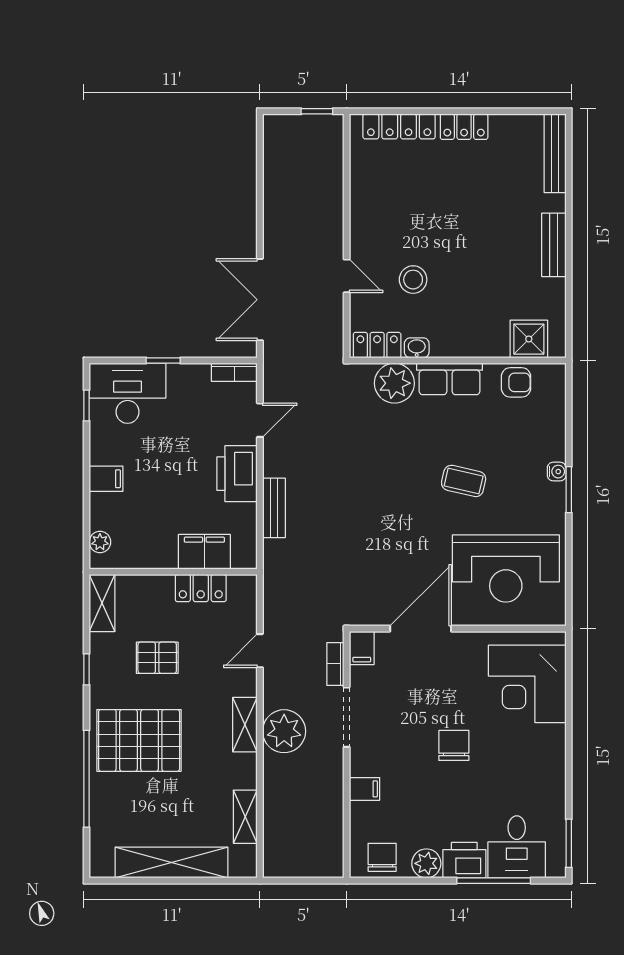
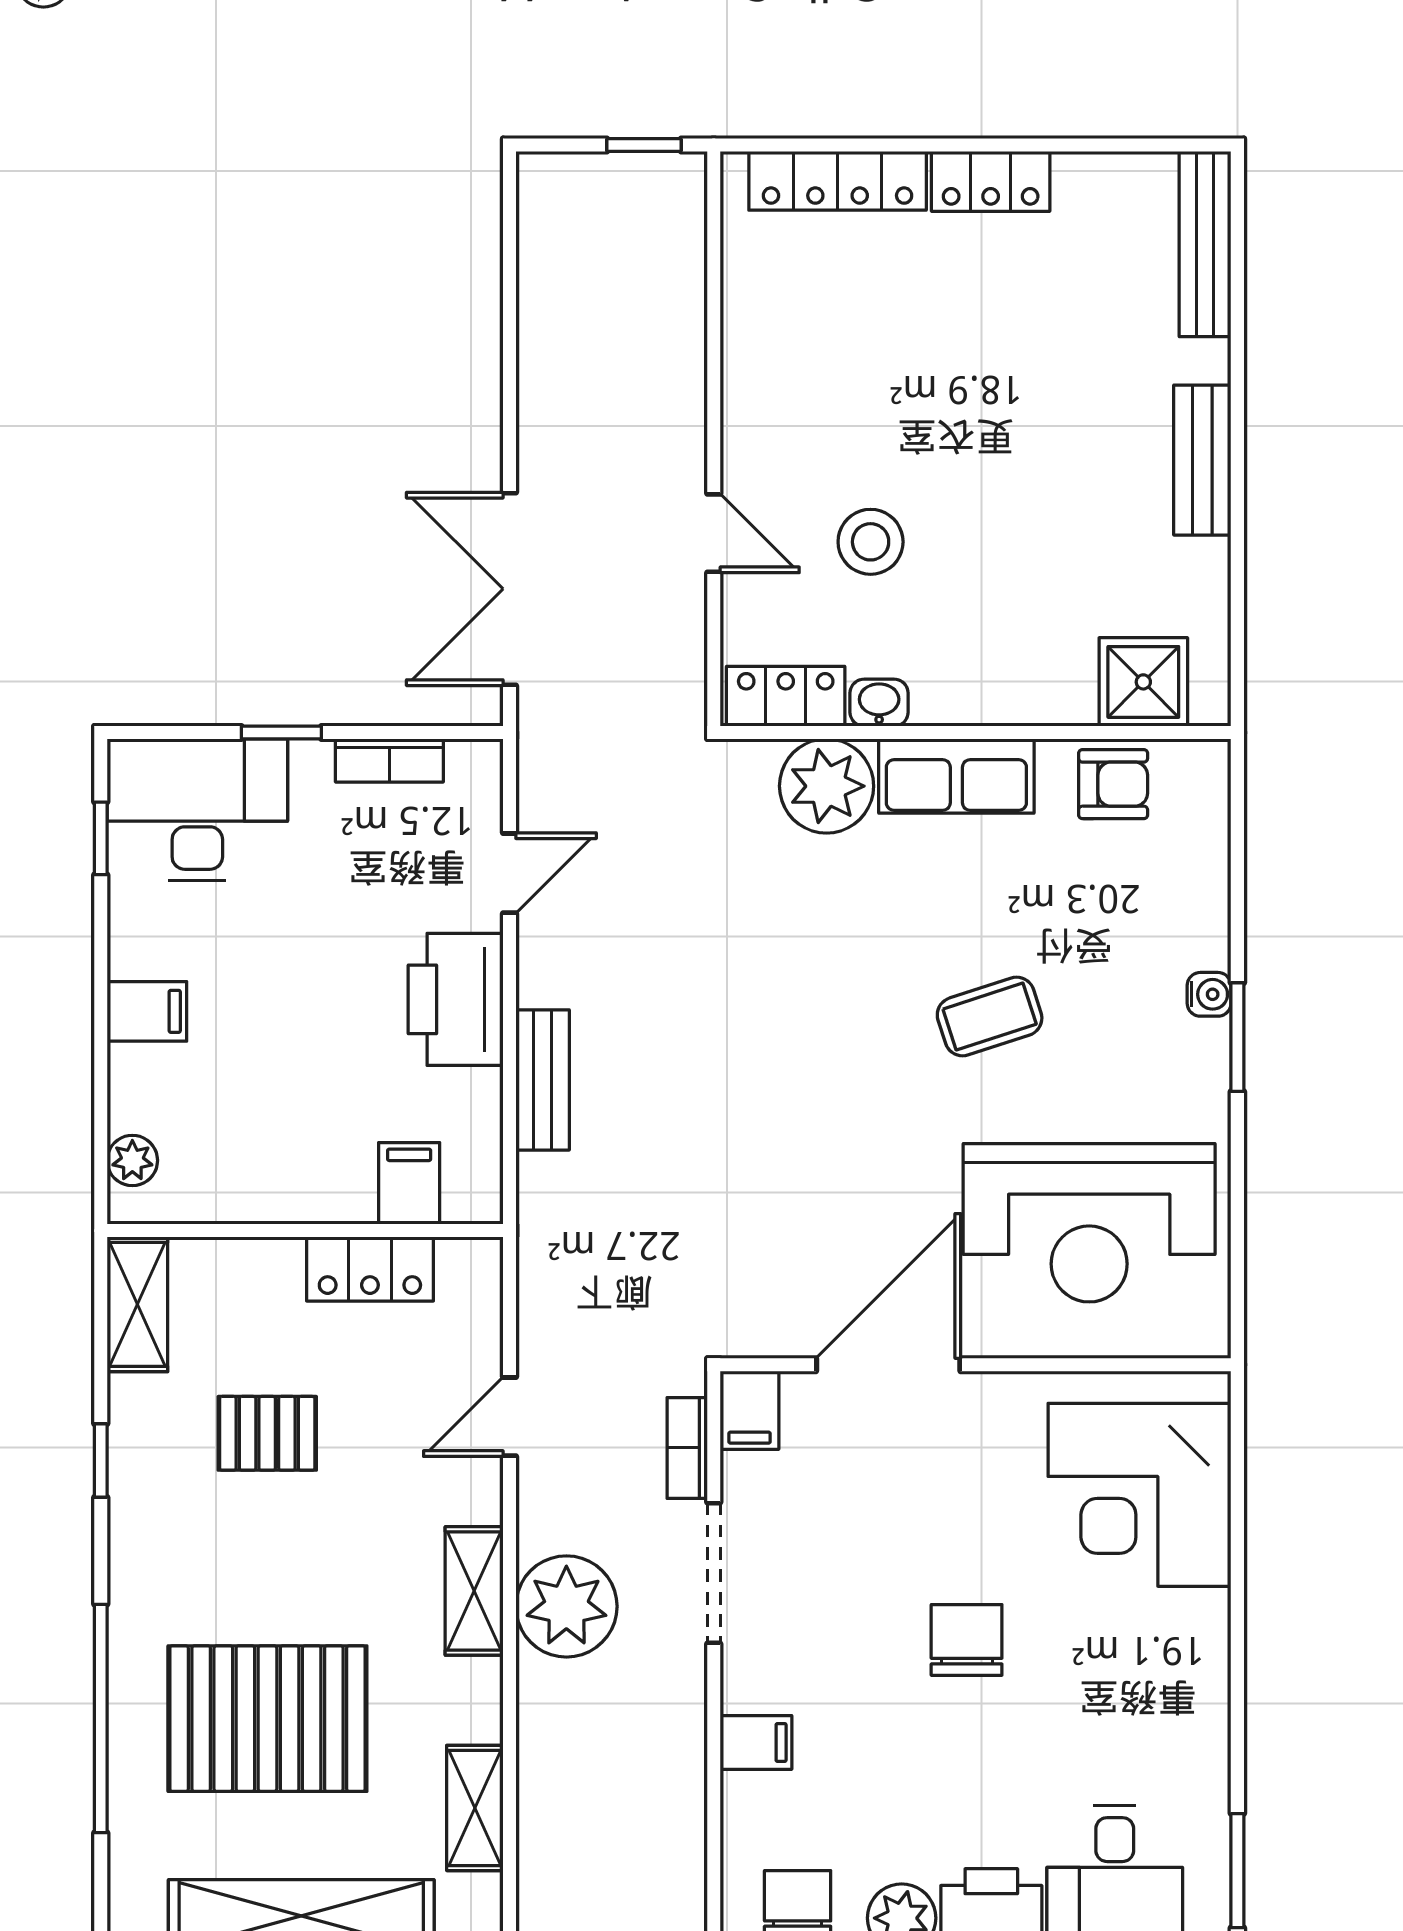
bookcase: (234, 372) -> (389, 761), moved
coffee table: (464, 481) -> (990, 1017), turned -31
filing cabinet: (204, 552) -> (409, 1183), width x0.50
pallet: (139, 740) -> (267, 1719), moved

